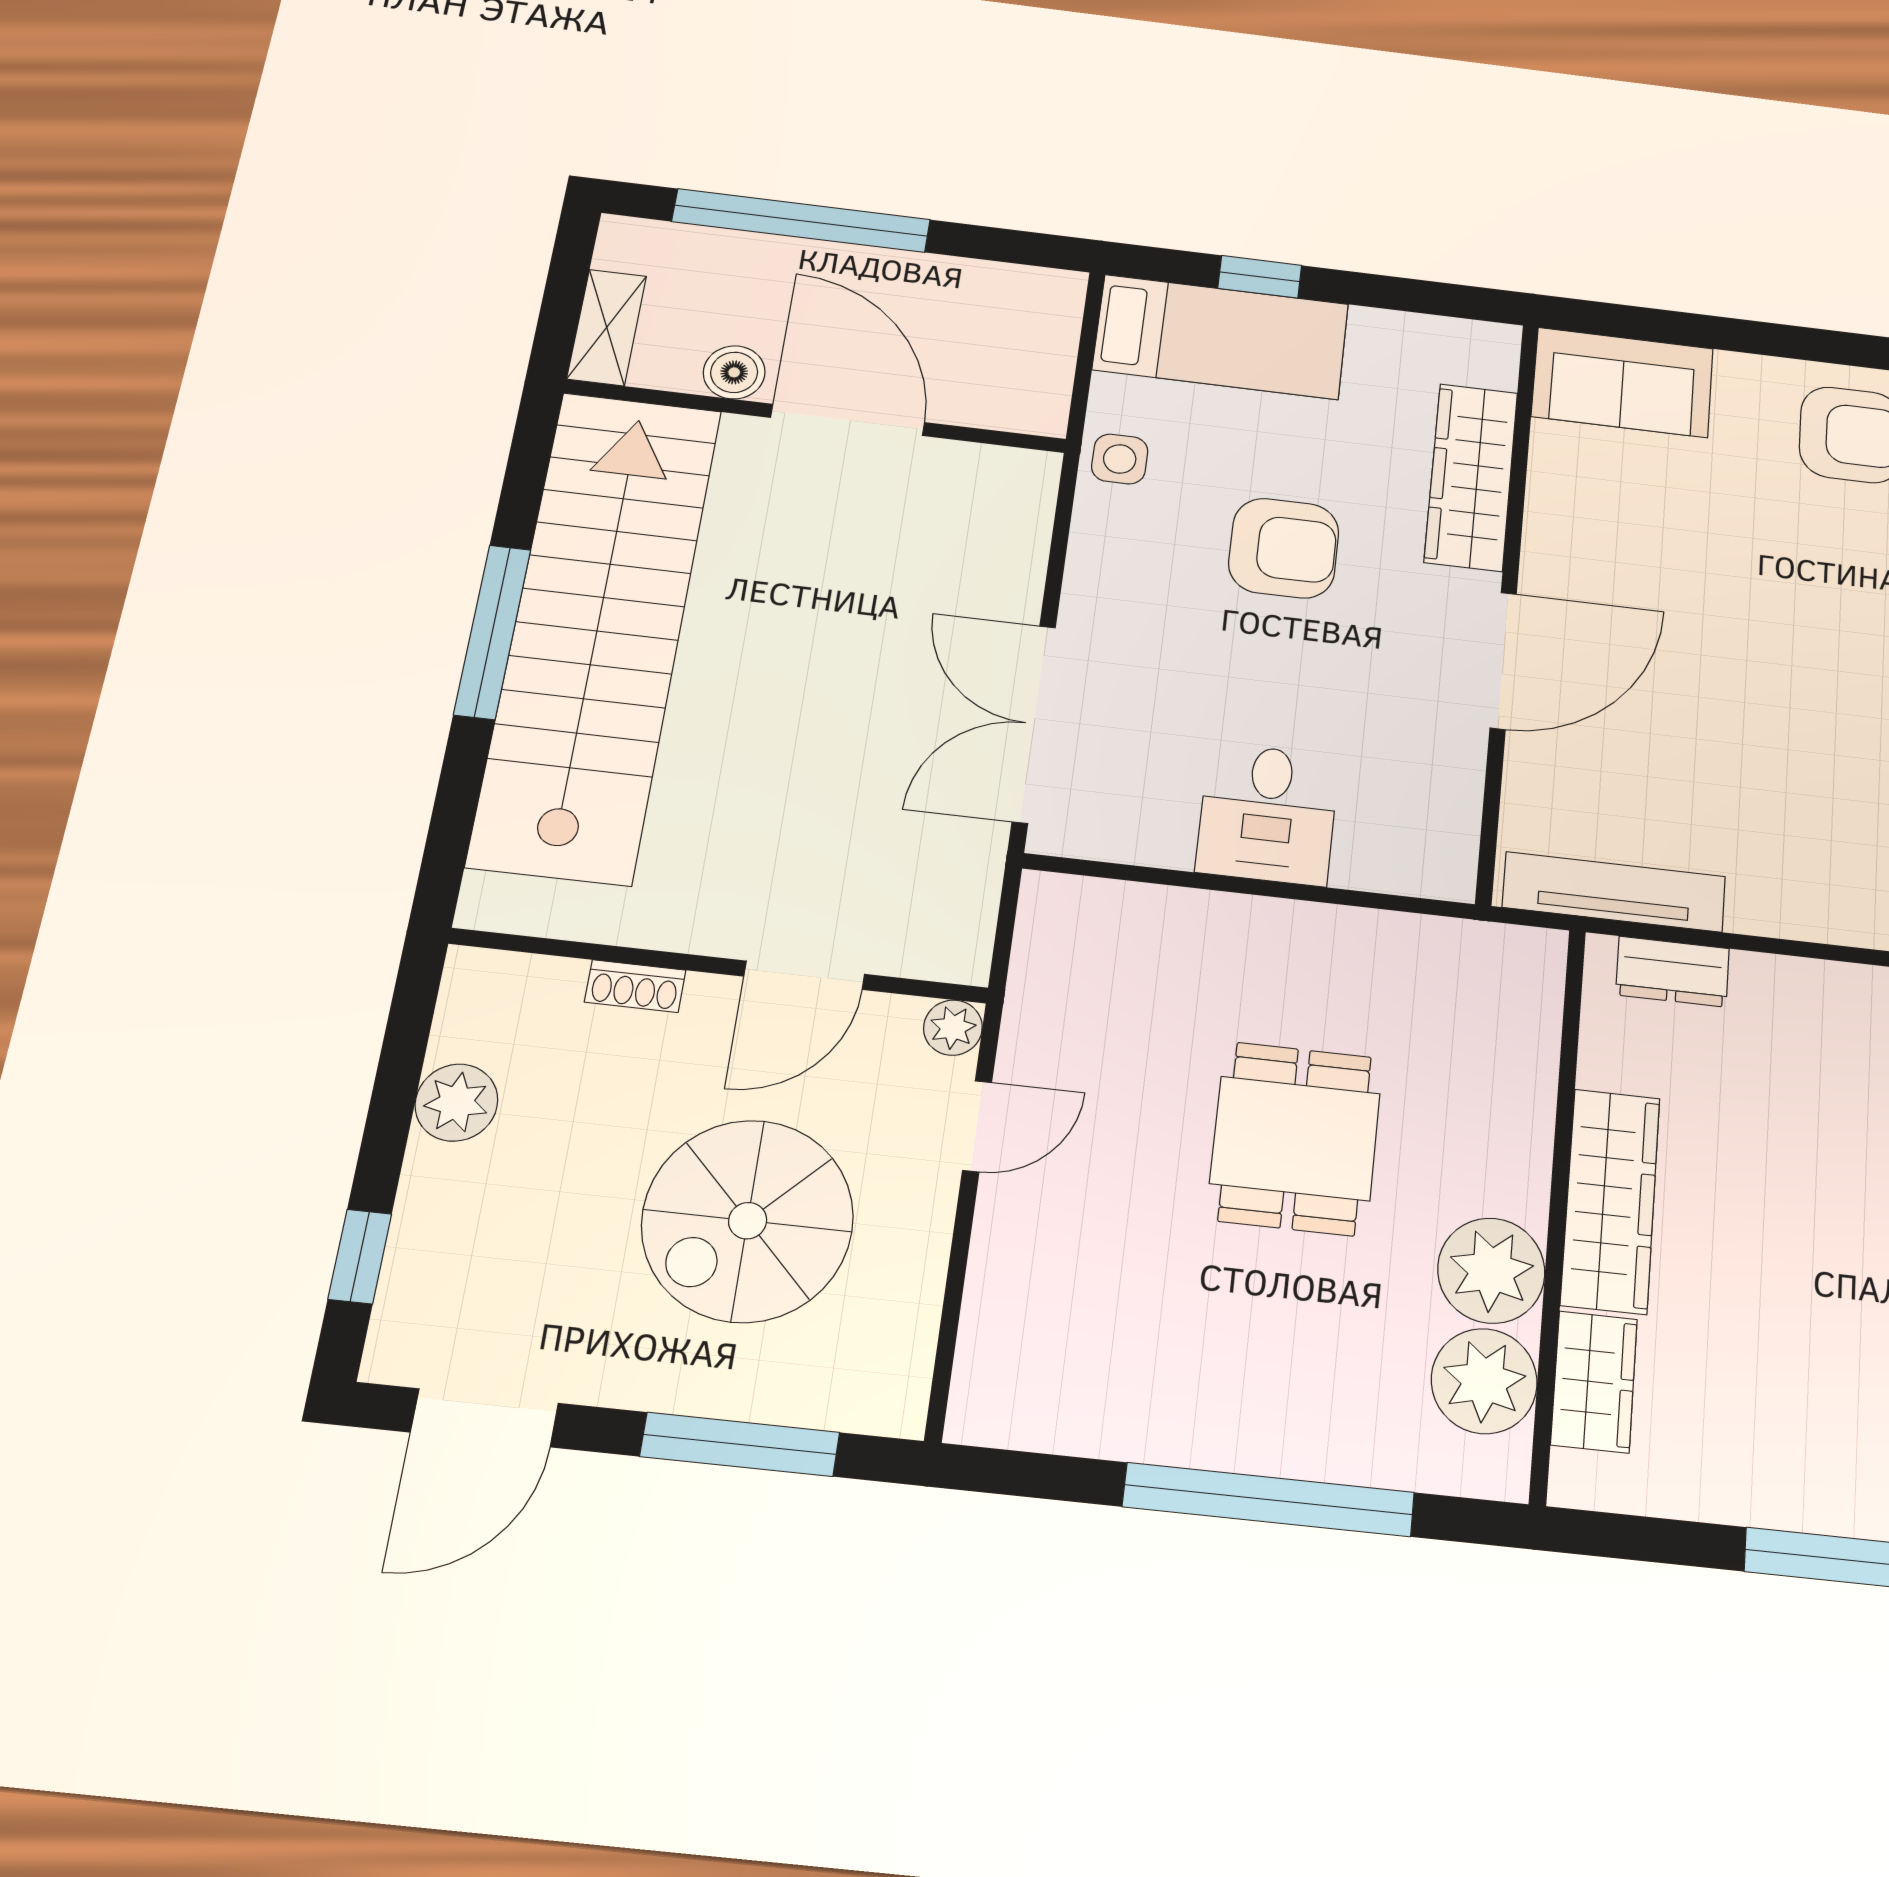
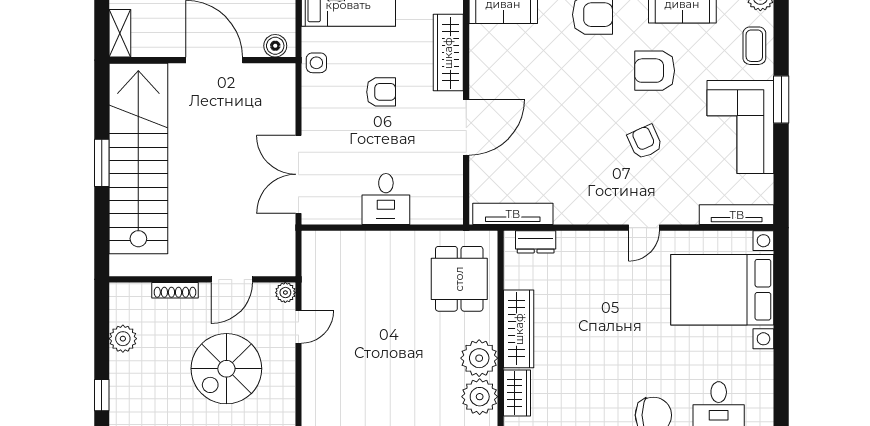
boiler: (734, 372) -> (275, 46), moved
armchair: (1284, 548) -> (381, 92), width x0.72, depth x0.72
window: (492, 632) -> (102, 163), width x0.69
shoe rack: (635, 986) -> (175, 290), width x1.43
dining table: (1295, 1138) -> (459, 279), moved

